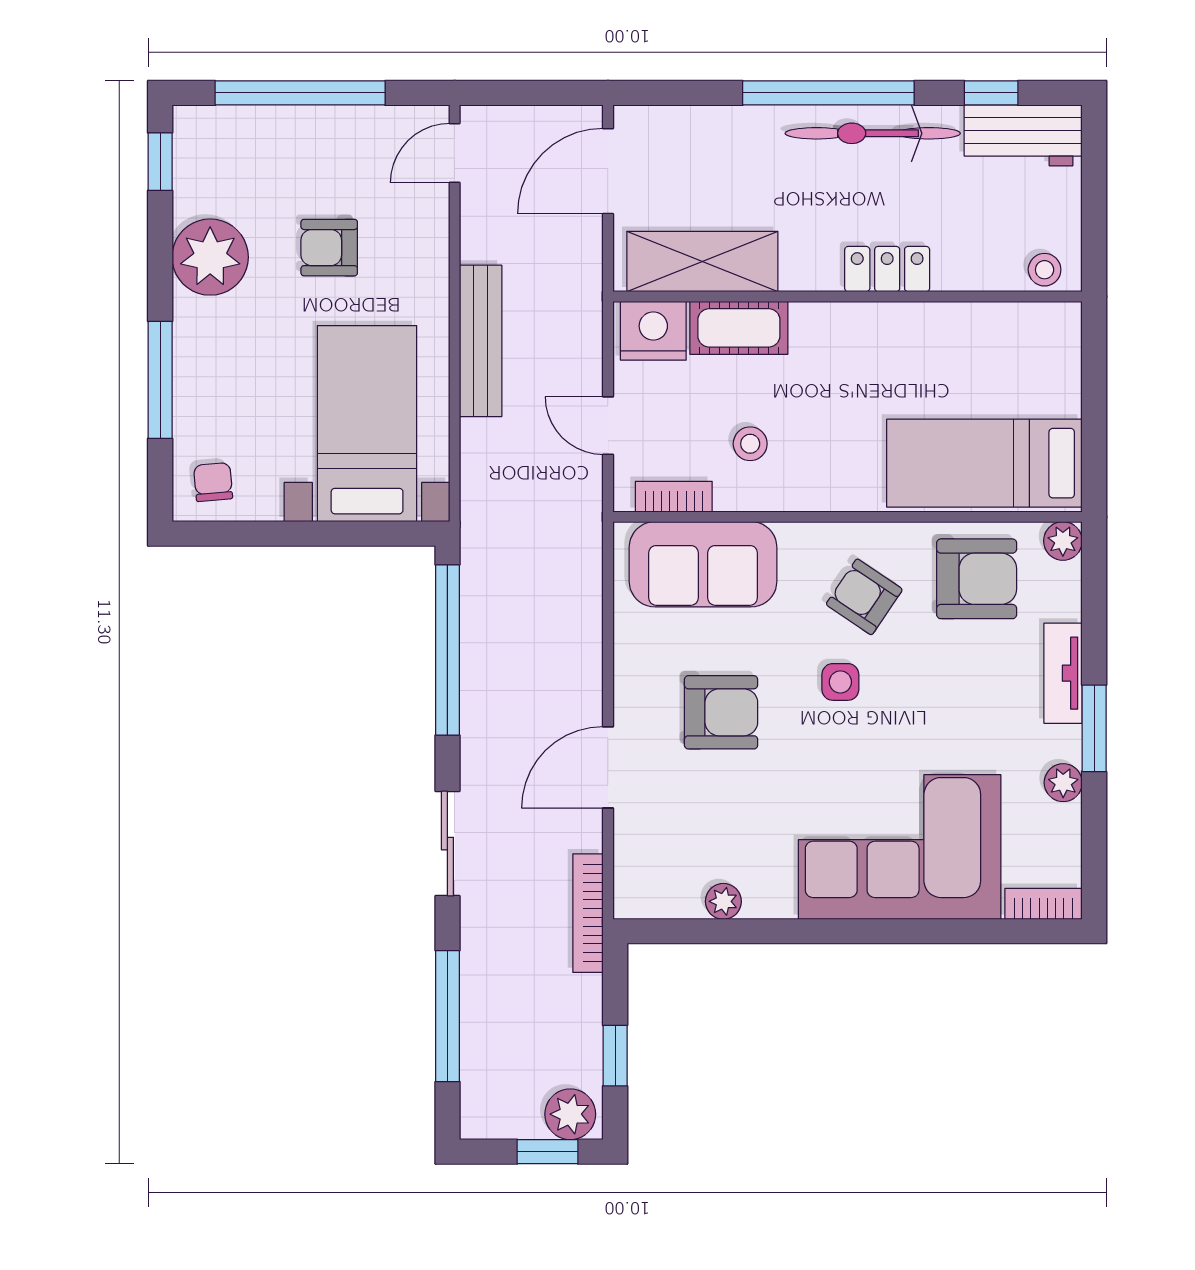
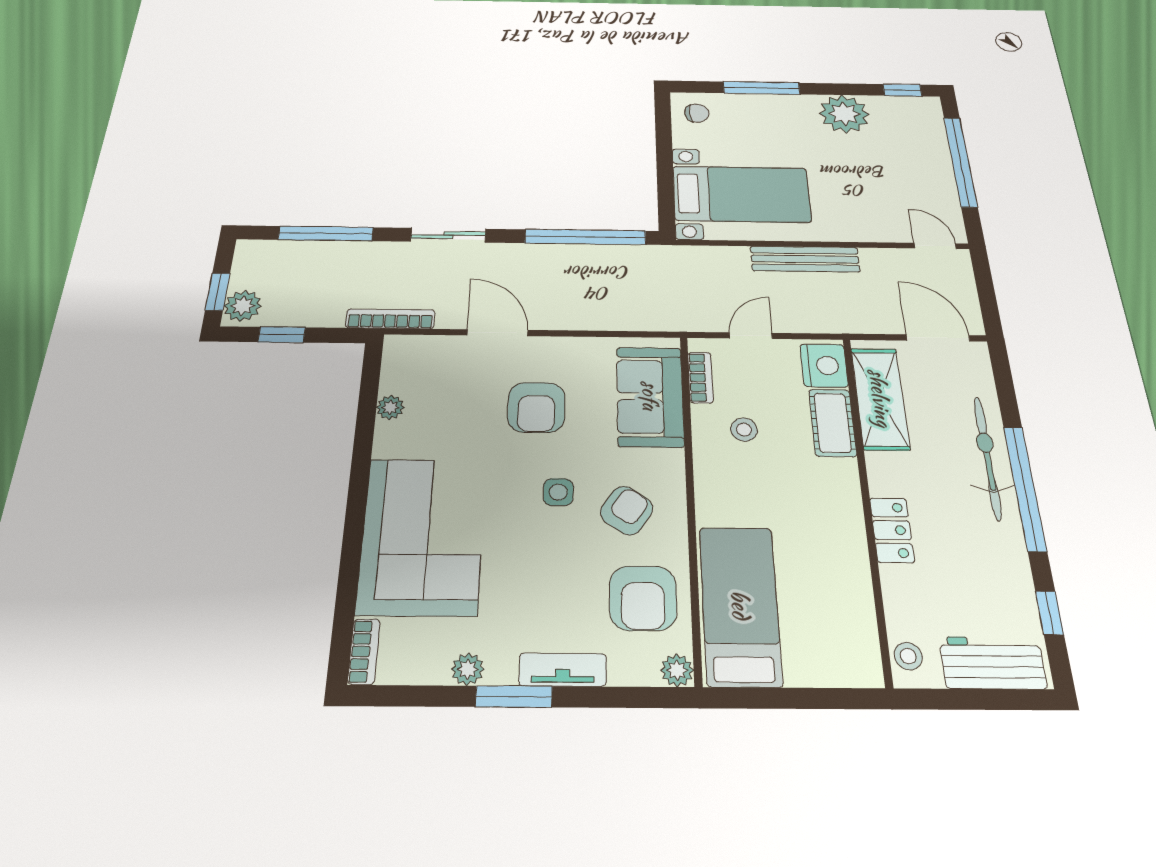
bicycle: (873, 133) -> (988, 457), moved
workbench: (1023, 135) -> (993, 663), moved, turned 90
armchair: (329, 248) -> (859, 175), removed

